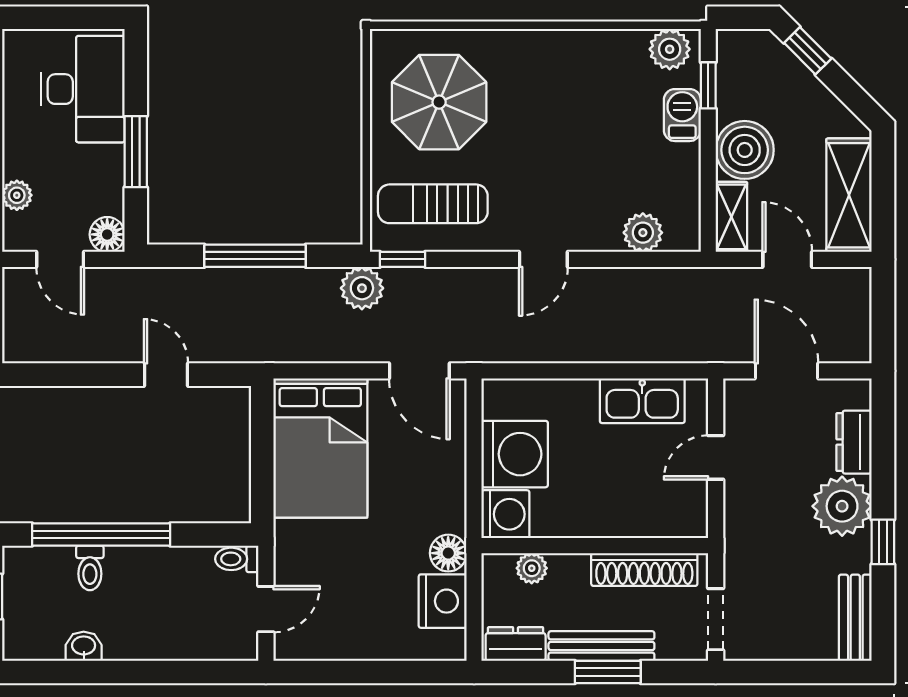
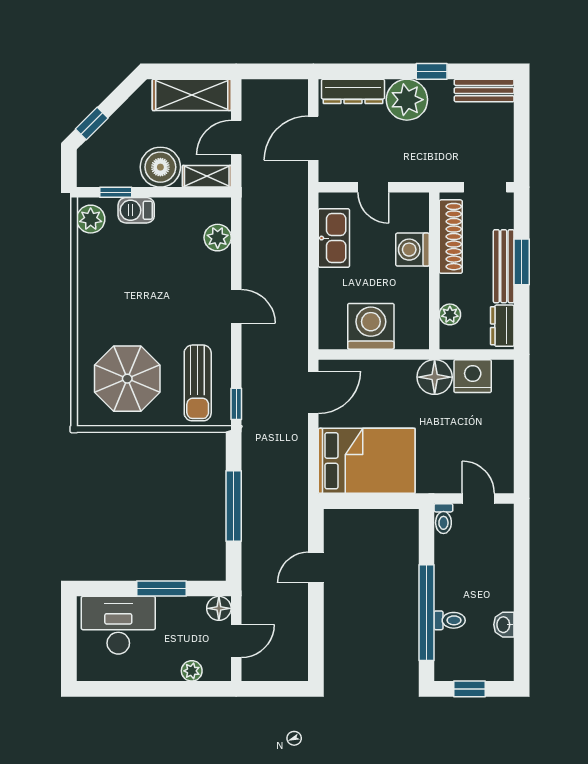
plant: (362, 288) -> (256, 432), removed
dresser: (854, 442) -> (353, 91), width x1.44
washing machine: (505, 514) -> (412, 250), moved, turned -90
floor lamp: (448, 553) -> (435, 377), width x1.38, depth x1.38

